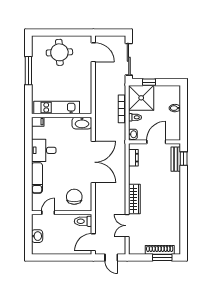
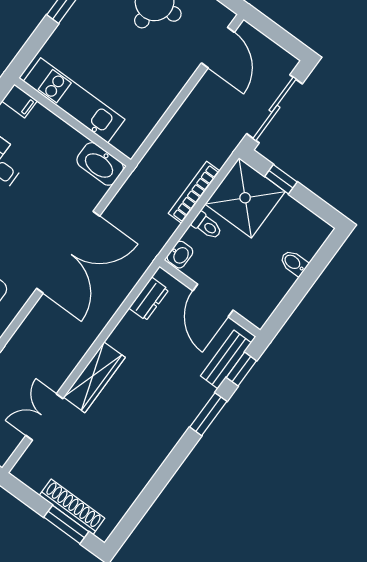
door: (156, 142) -> (213, 300), swing flipped
window: (184, 183) -> (208, 414), added

